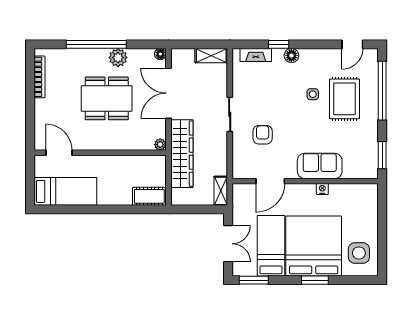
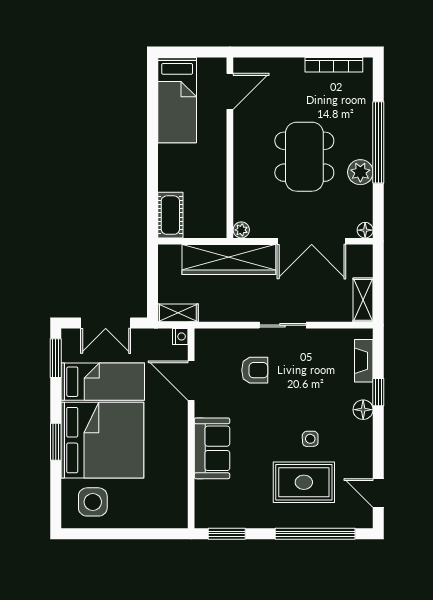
double door: (168, 93) -> (312, 241), swing flipped
nightstand: (322, 189) -> (180, 336), moved

